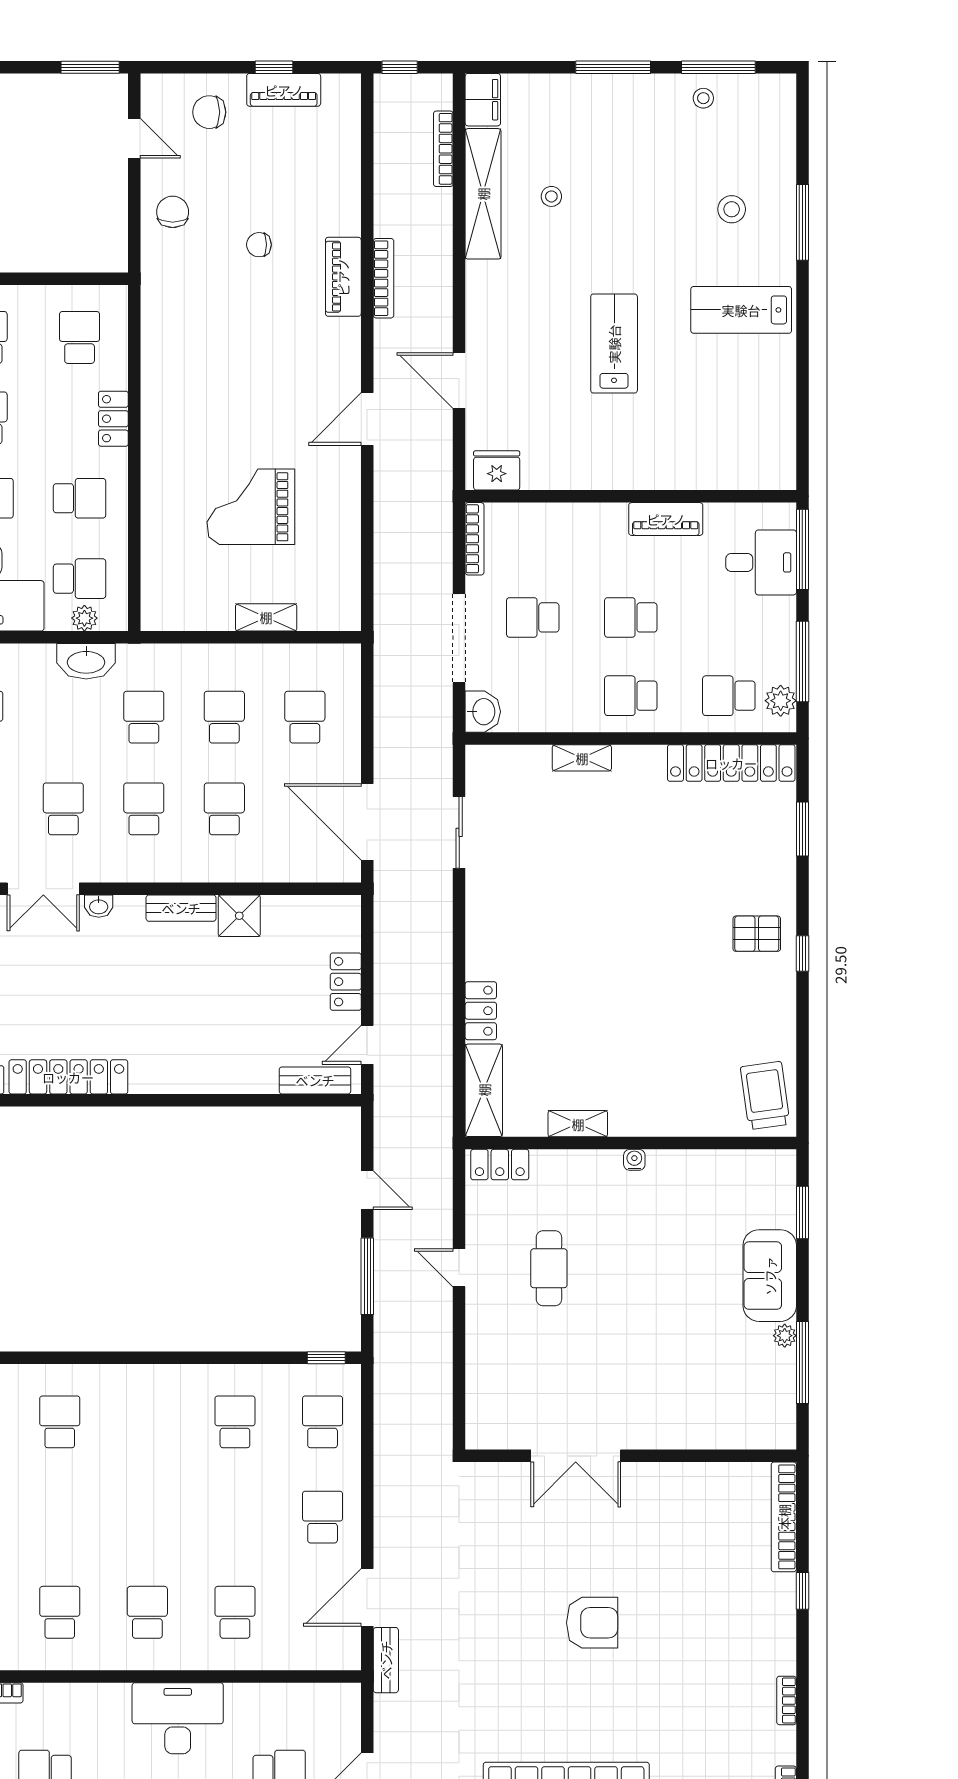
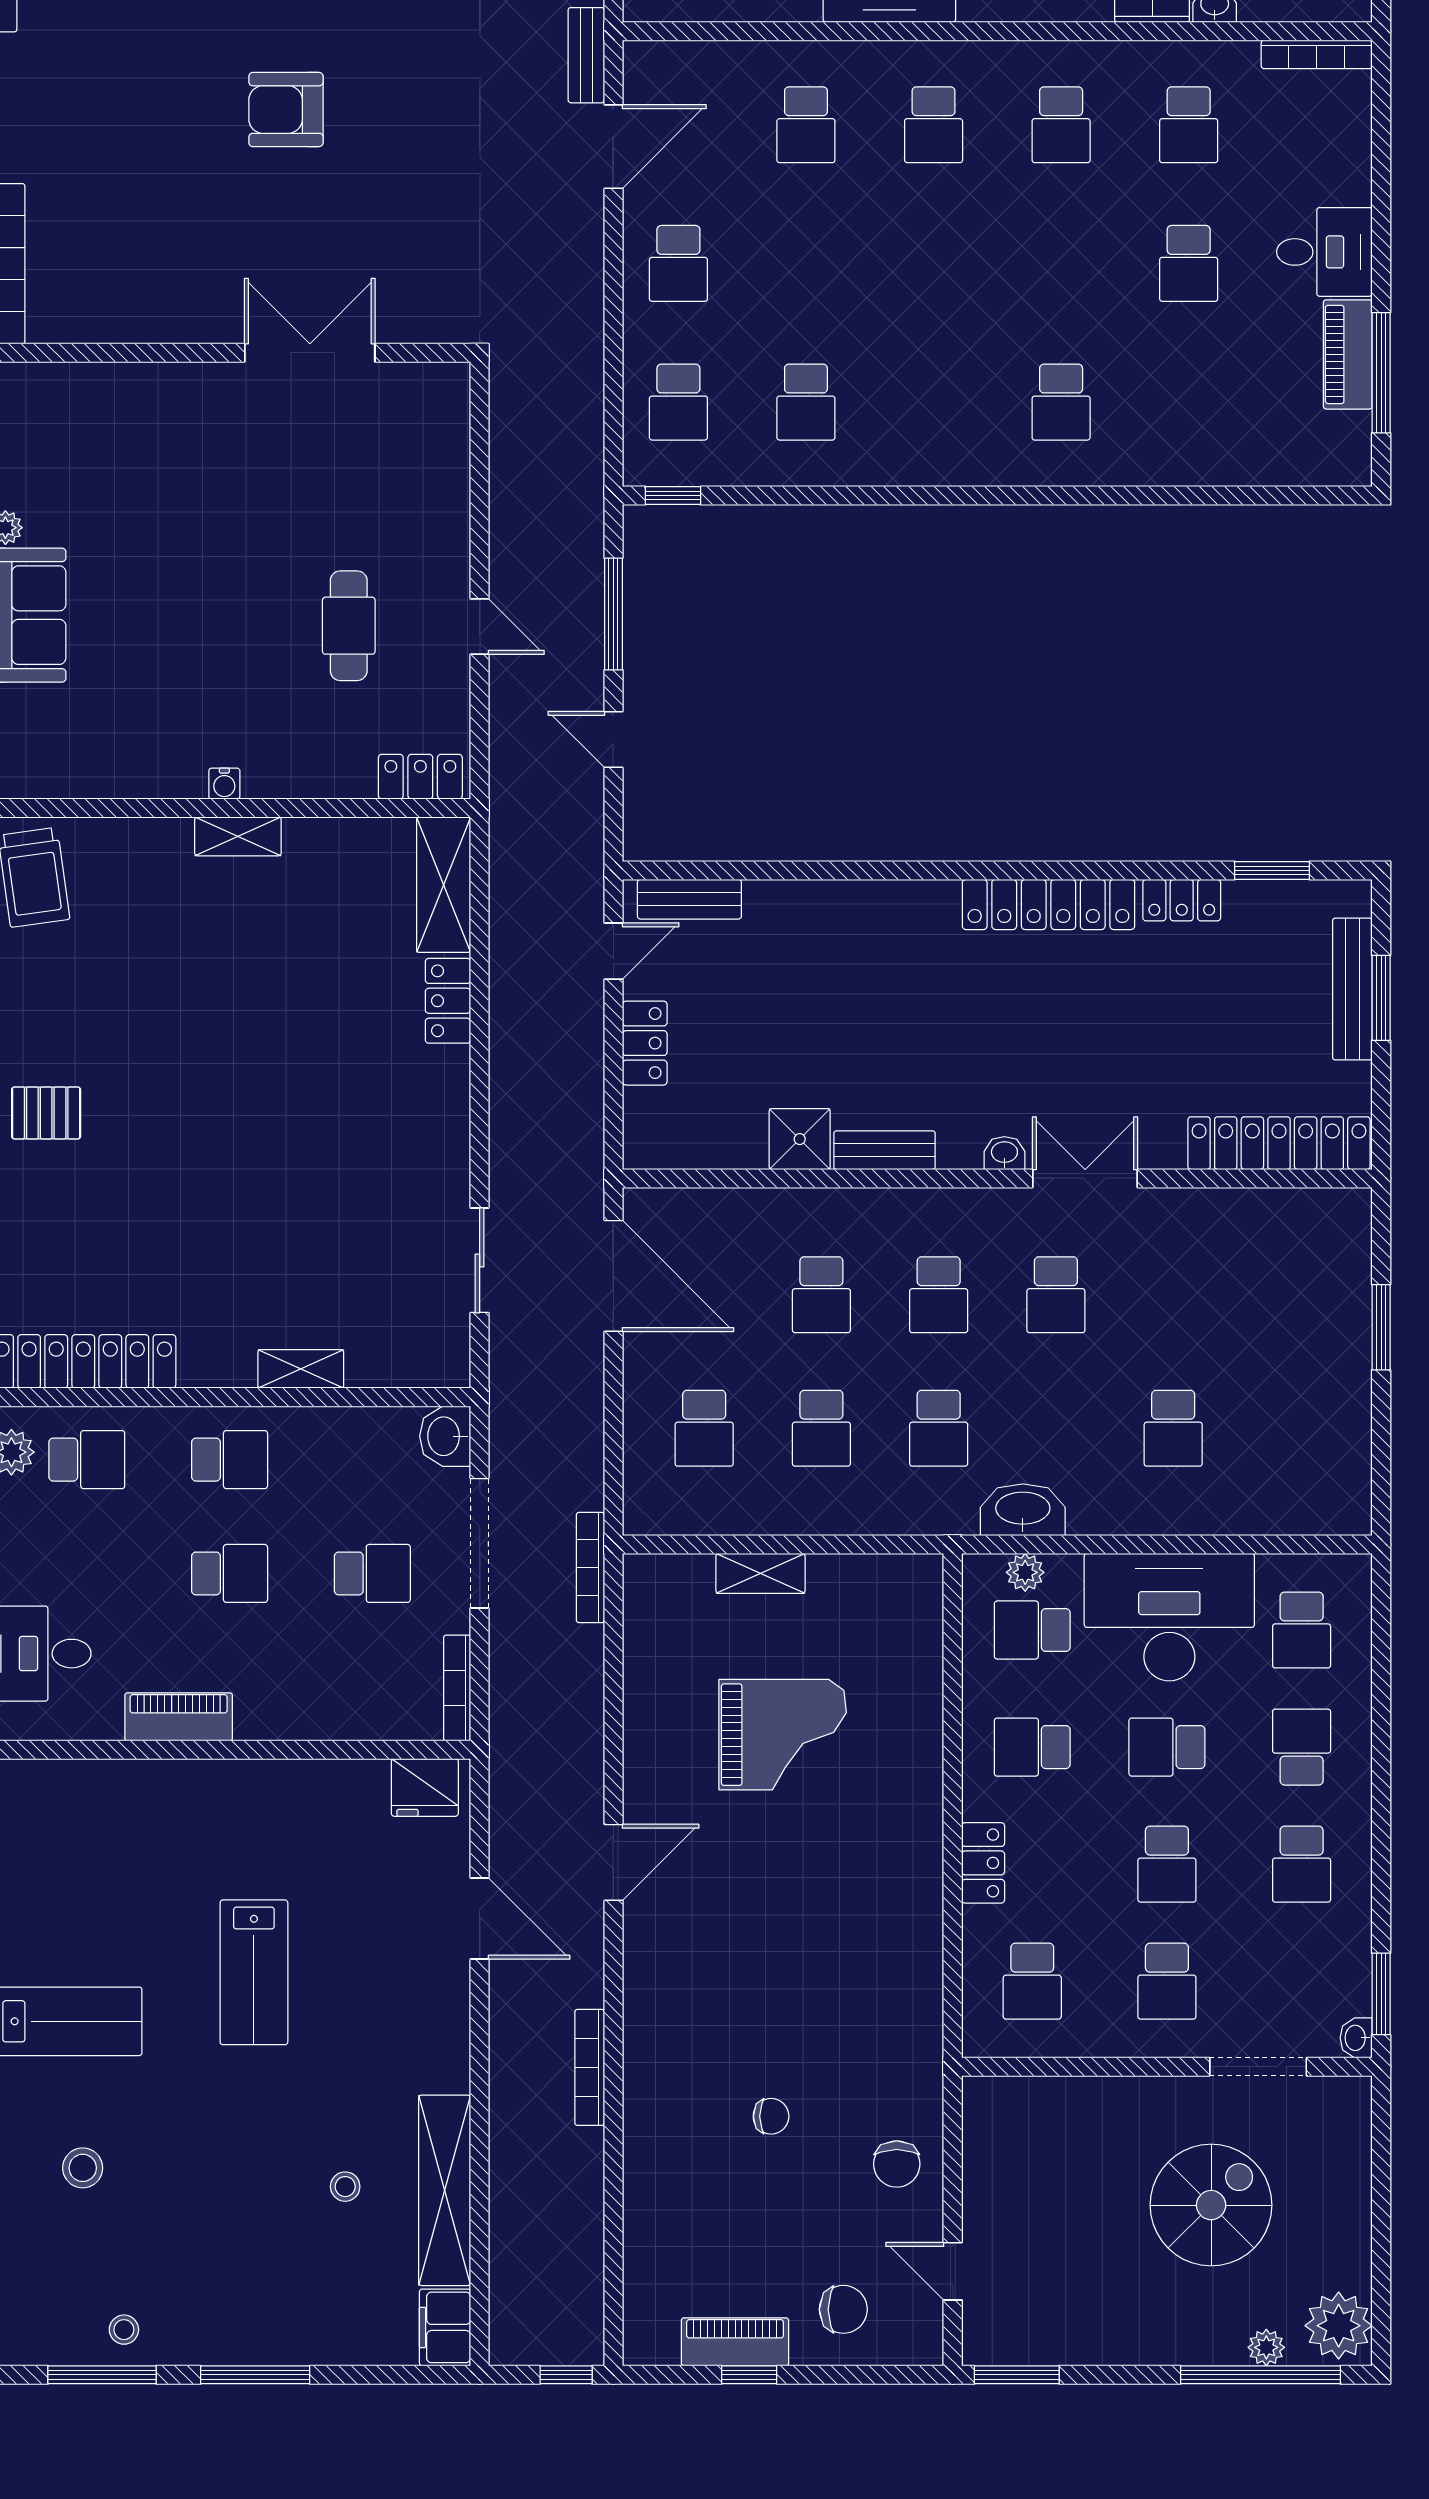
bookcase: (443, 149) -> (590, 1567), moved, turned 180
piano: (343, 277) -> (648, 2070), removed
shelving: (578, 1124) -> (238, 836), moved

